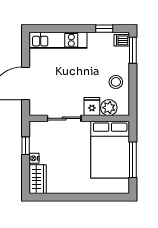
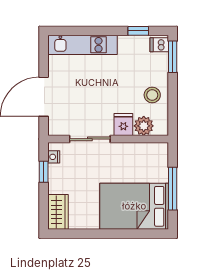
bed: (110, 150) -> (134, 206), moved, turned 90
nightstand: (34, 158) -> (54, 157), moved

